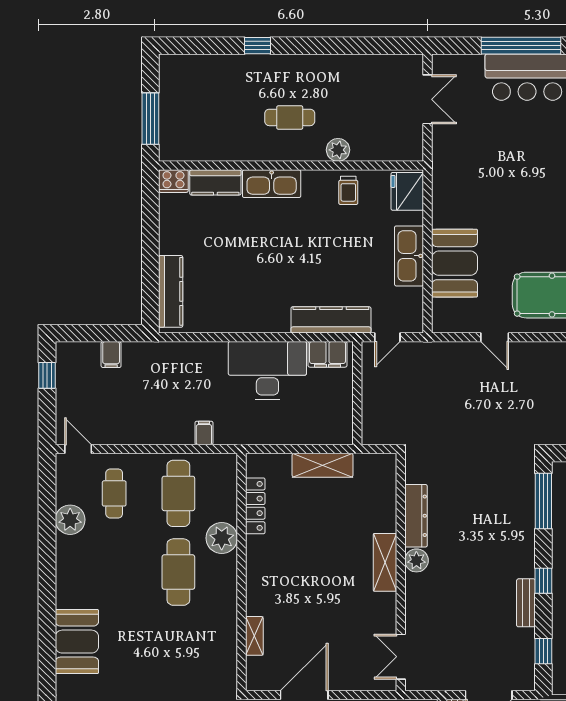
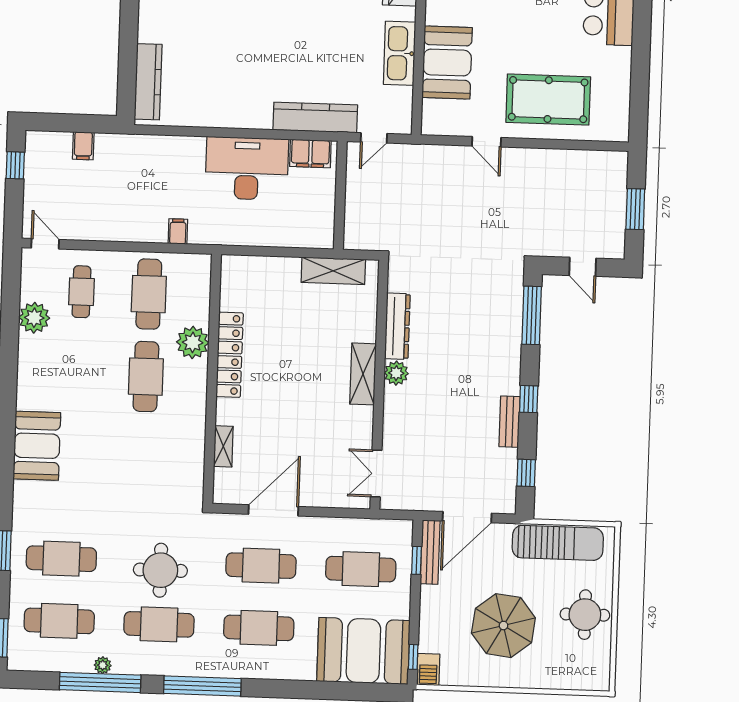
shelving: (323, 465) -> (333, 271), moved
locker: (255, 506) -> (230, 355), moved, width x1.41, depth x1.21

